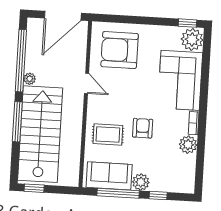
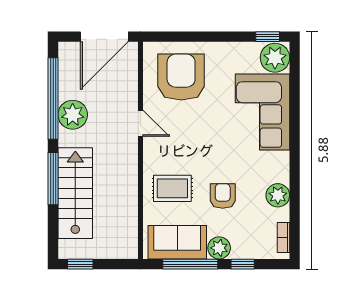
armchair: (120, 50) -> (181, 77), turned 90
plant: (30, 79) -> (73, 115), width x1.87, depth x1.87
bookcase: (194, 123) -> (284, 238), moved
armchair: (143, 128) -> (223, 196), moved
stairs: (40, 134) -> (75, 193), width x0.73, depth x0.66

